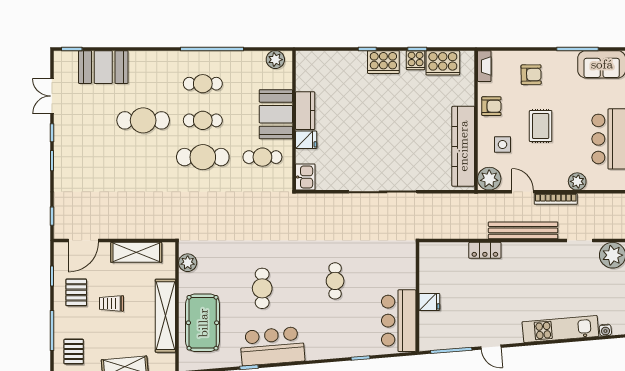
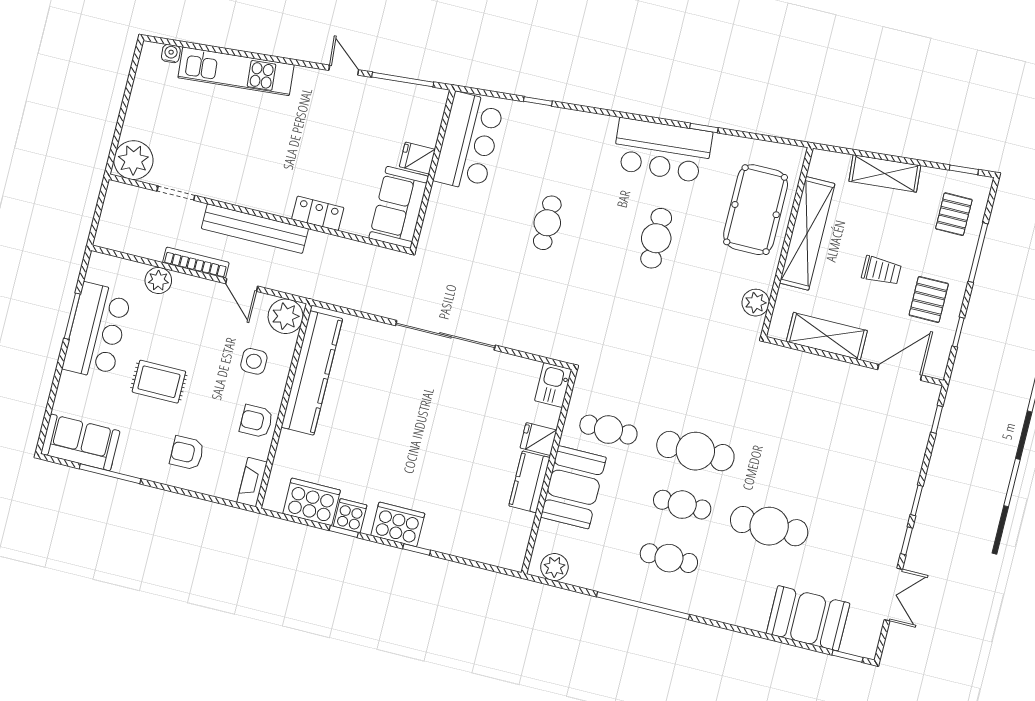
rug: (541, 126) -> (159, 382), moved, turned 90
sofa: (434, 267) -> (399, 207), added

